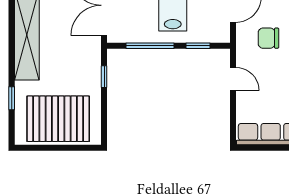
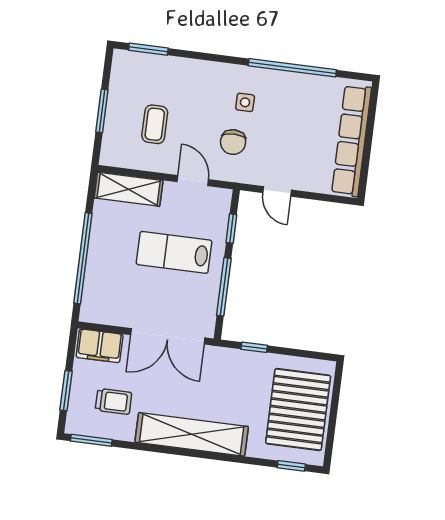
door: (233, 79) -> (277, 191), swing flipped
window: (12, 98) -> (291, 466), moved

